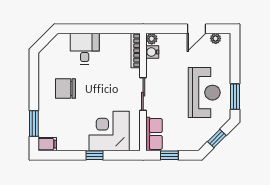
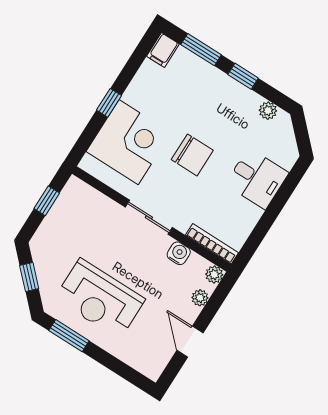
plant: (216, 38) -> (200, 298), moved
water cooler: (152, 52) -> (179, 253), moved
plant: (44, 66) -> (268, 111), added
chair: (65, 89) -> (192, 155), moved, turned 90
window: (34, 91) -> (243, 76), added
row of seats: (154, 134) -> (87, 198), removed

